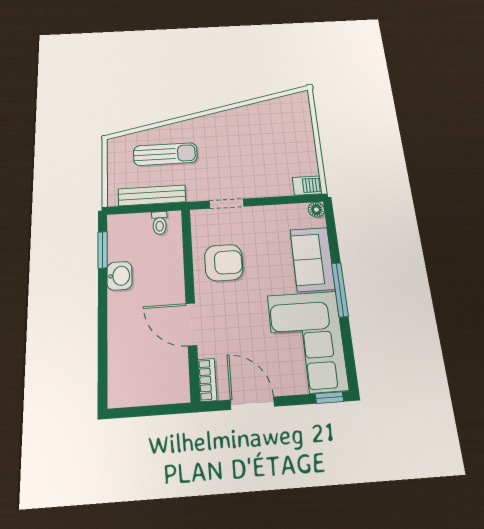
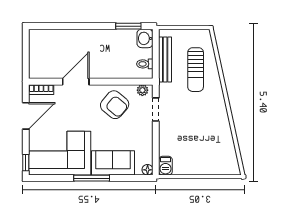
plant: (199, 224) -> (142, 90), added
armchair: (224, 263) -> (115, 105), turned -50
washbasin: (119, 276) -> (145, 38), moved, turned 90

